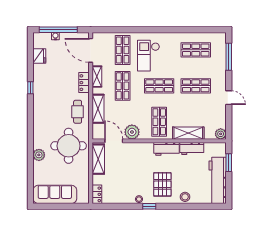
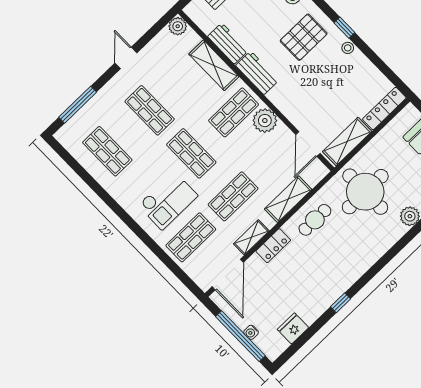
plant: (132, 132) -> (265, 121), moved
locker: (97, 194) -> (384, 108), width x1.53

